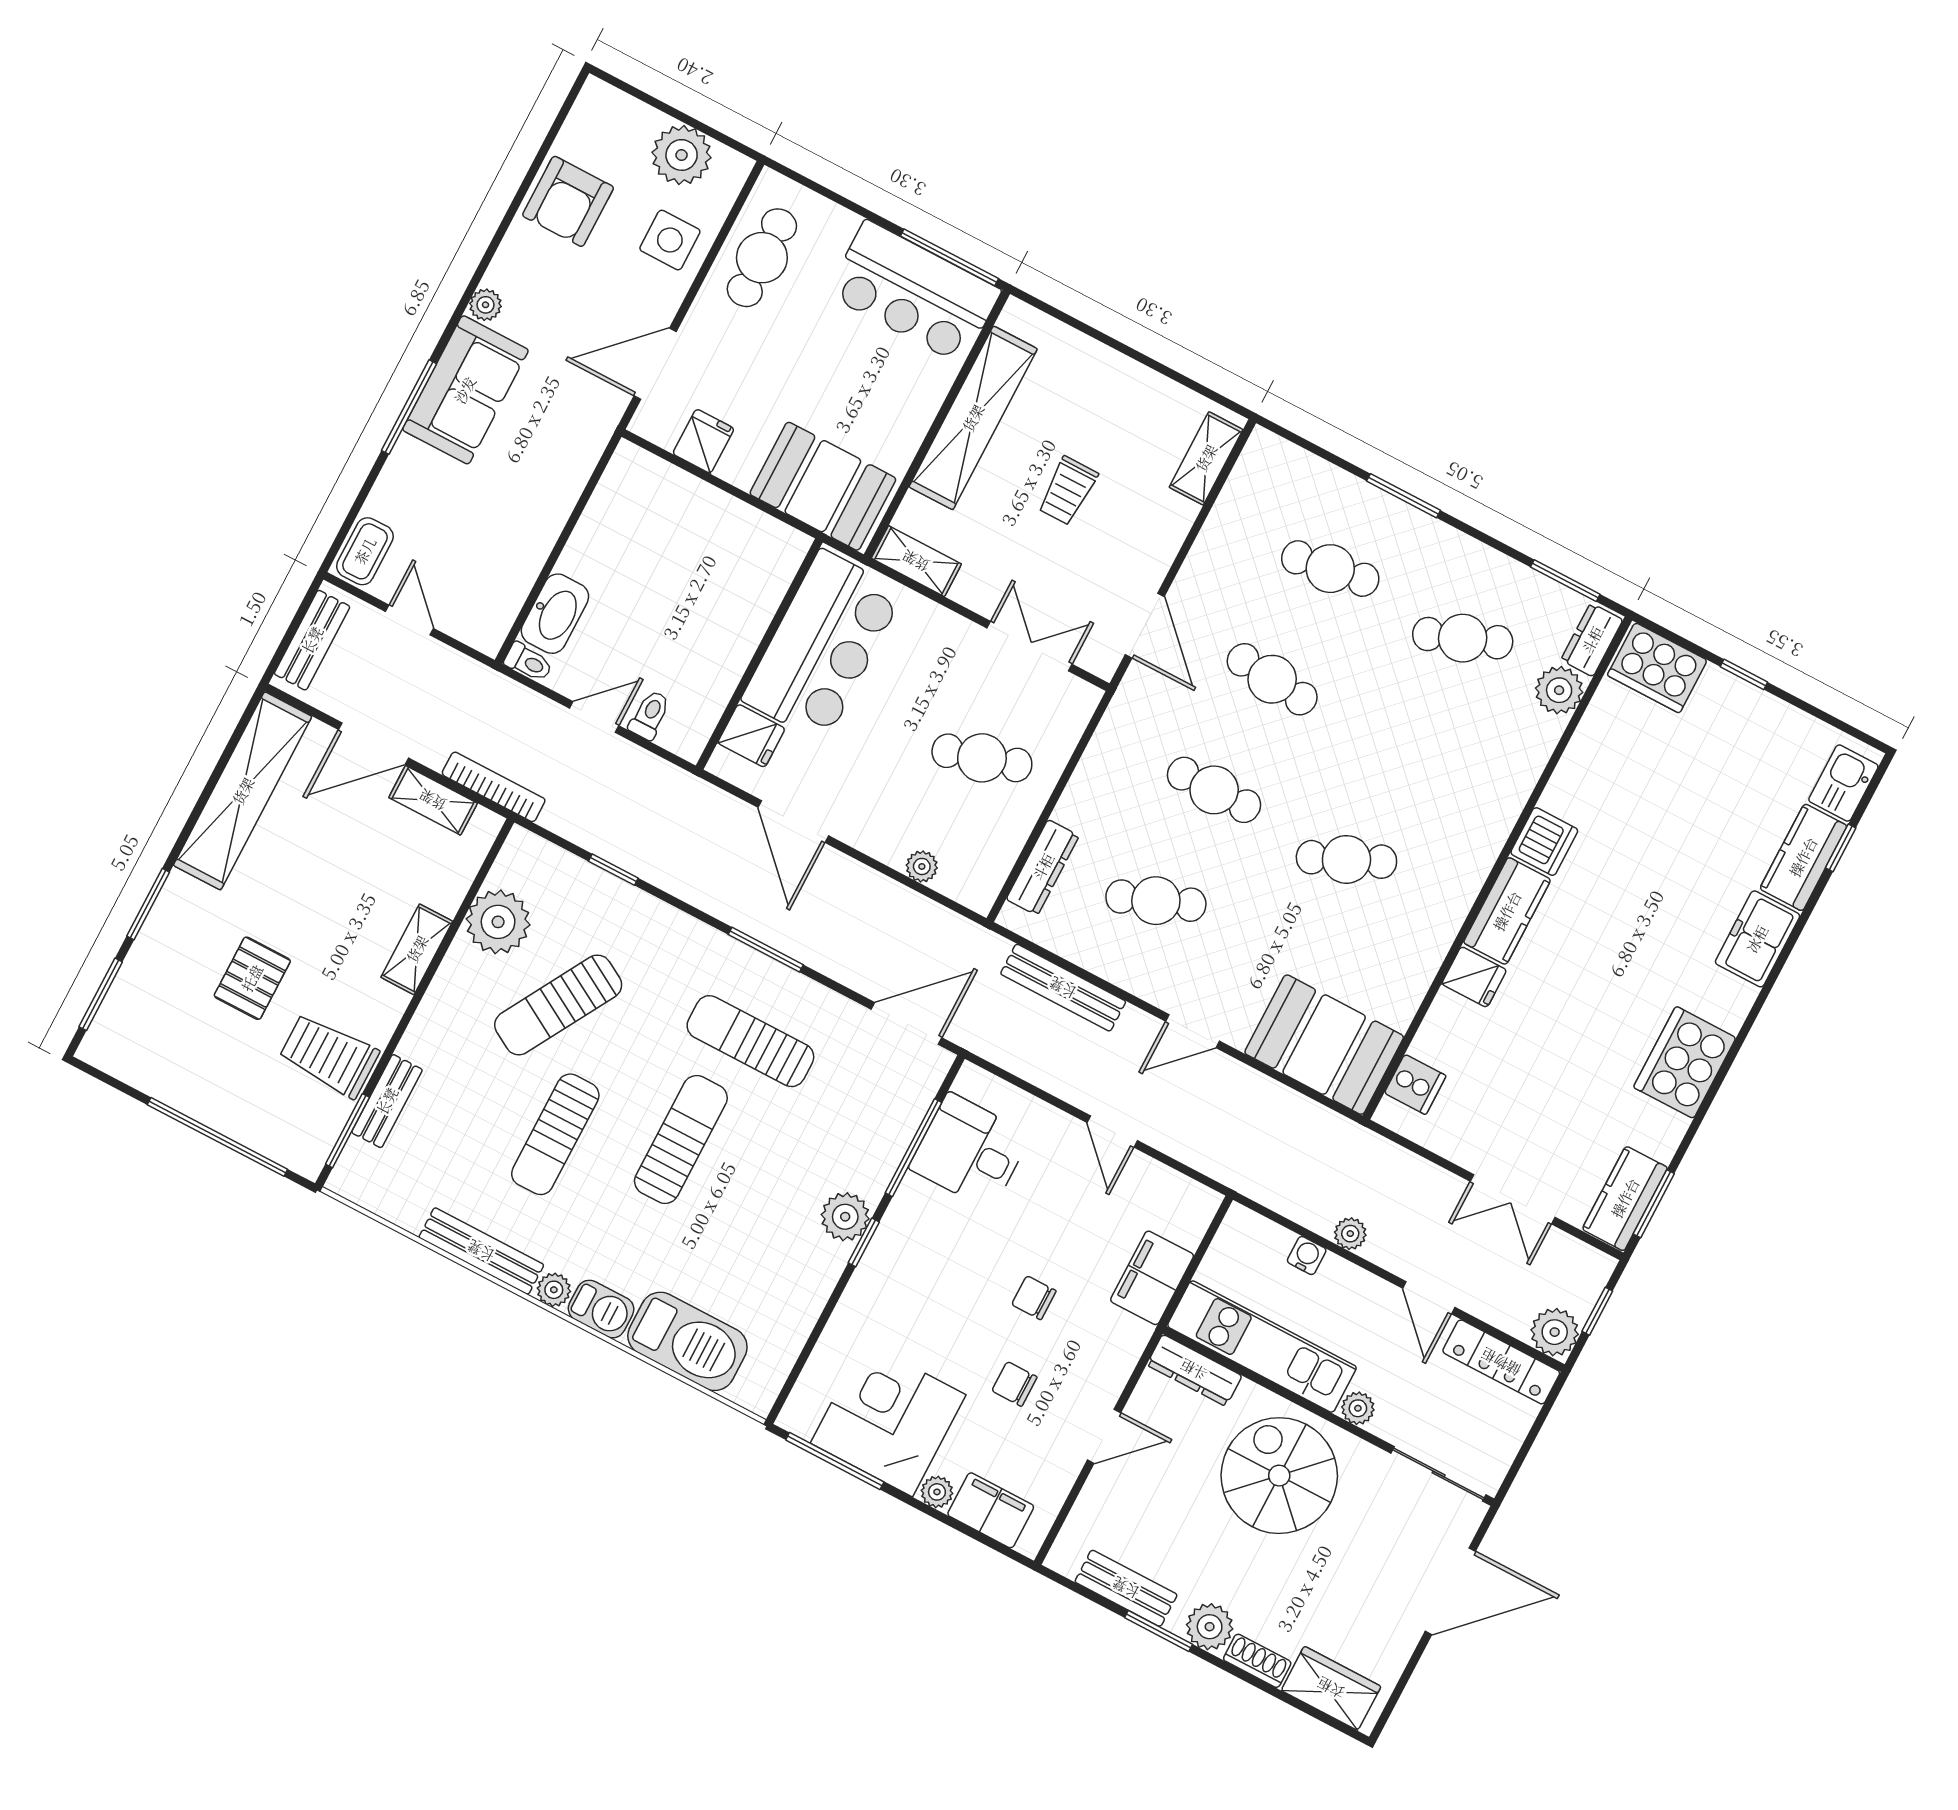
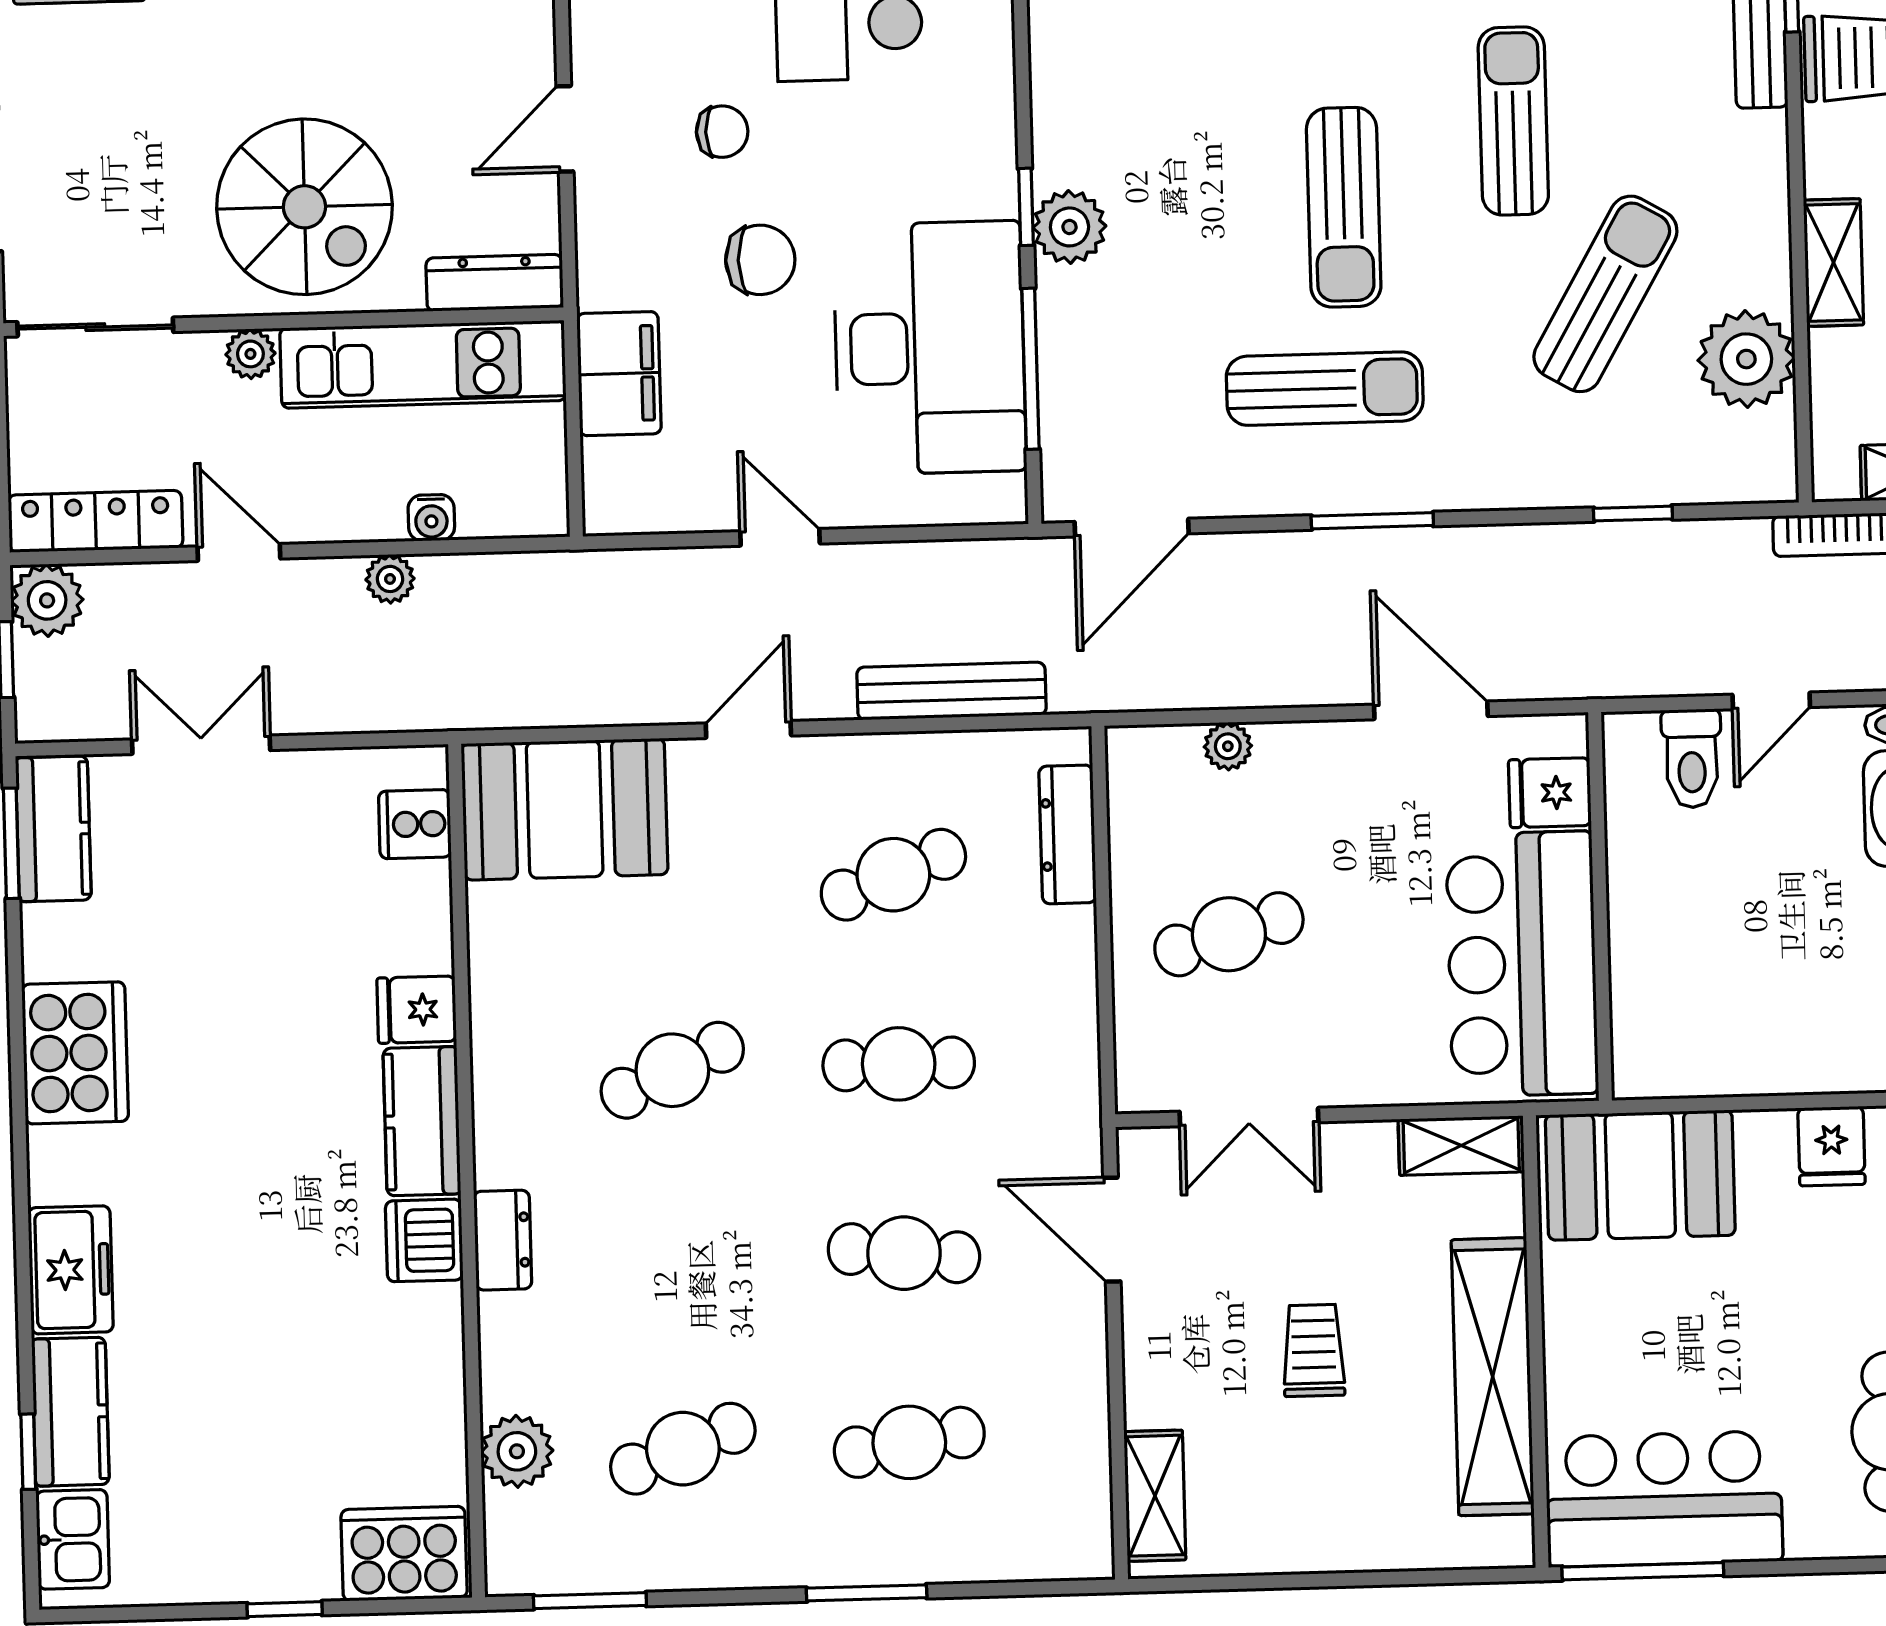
dresser: (1592, 640) -> (503, 1240), moved
toilet: (650, 715) -> (1692, 758), width x1.37, depth x1.39
desk: (970, 1152) -> (930, 348), width x1.87, depth x1.30
chair: (1034, 1298) -> (760, 260), width x1.37, depth x1.37

